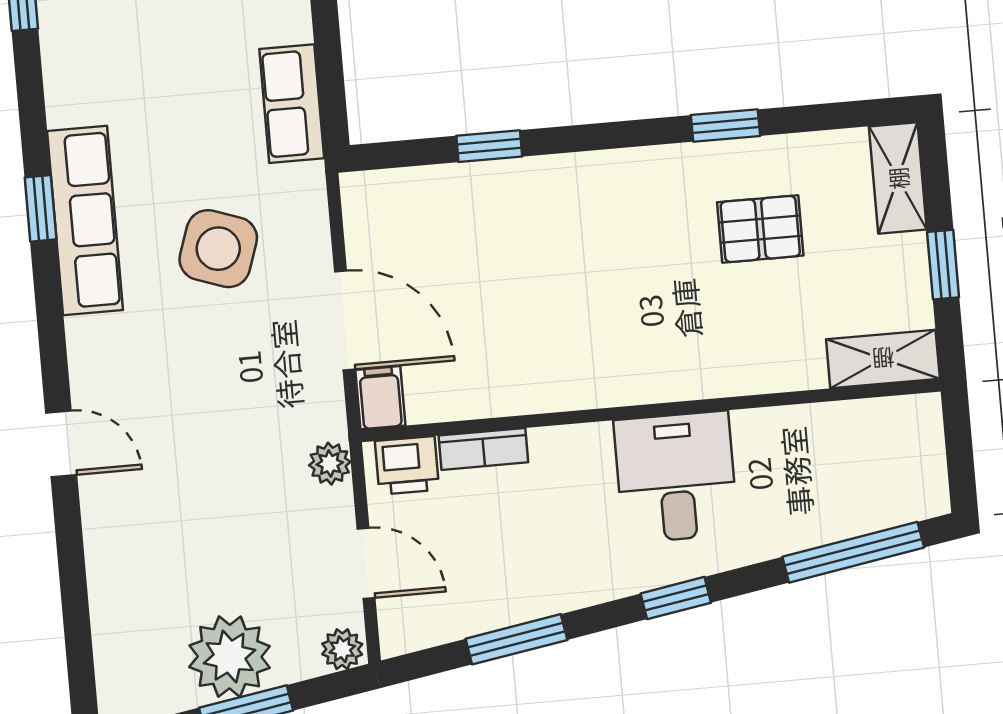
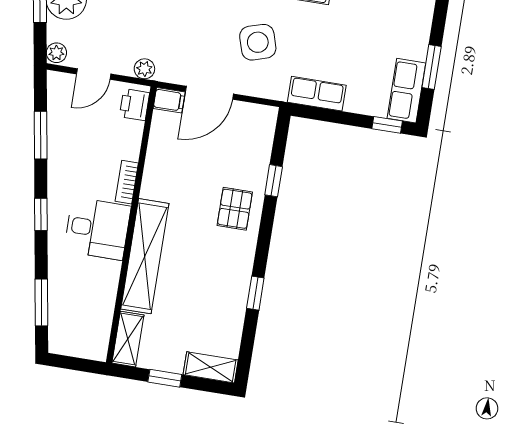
pallet: (760, 229) -> (235, 209), moved
side table: (218, 249) -> (258, 42), turned -36
shelving: (707, 367) -> (145, 256), added
bookcase: (483, 449) -> (127, 182), moved
window: (853, 552) -> (41, 302), width x0.69

